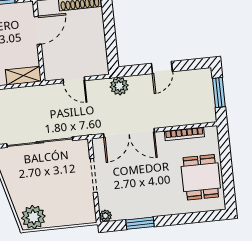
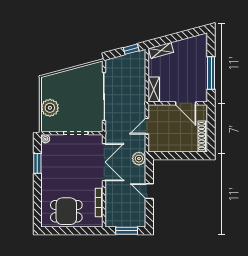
double door: (129, 133) -> (104, 162), swing flipped
plant: (33, 217) -> (50, 108), moved

